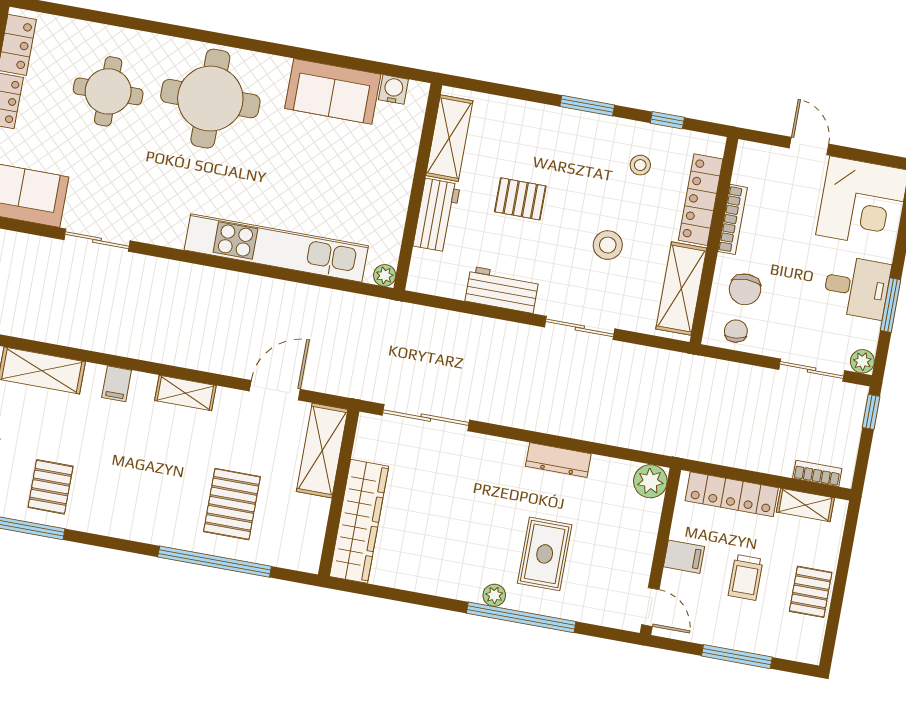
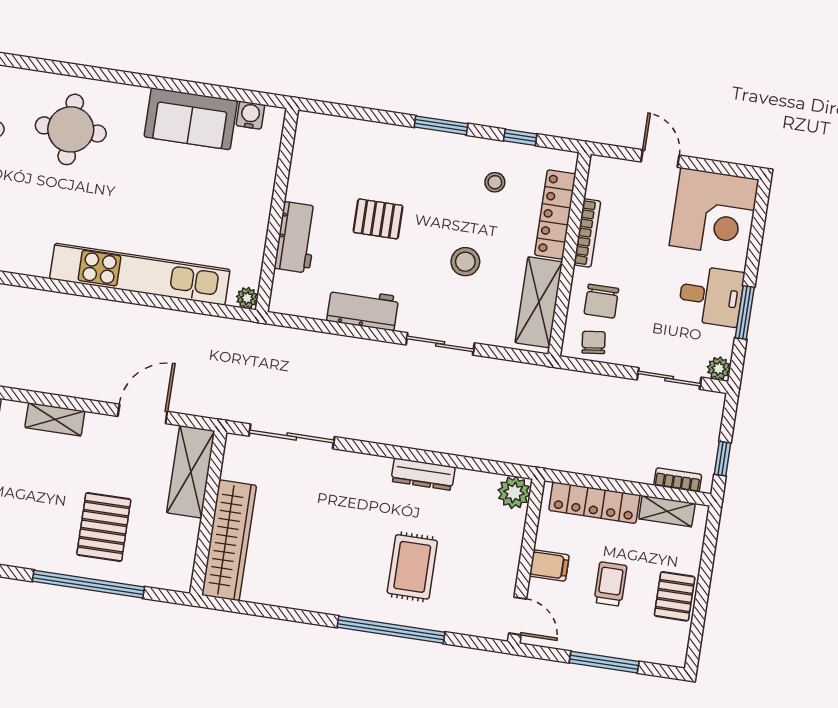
round table: (210, 99) -> (71, 129), width x0.73, depth x0.73
shelving: (449, 138) -> (307, 161), removed
window: (871, 412) -> (723, 459), moved
trolley: (746, 577) -> (610, 584), turned 180
plant: (494, 595) -> (364, 609), removed

